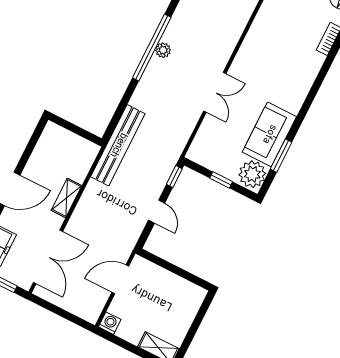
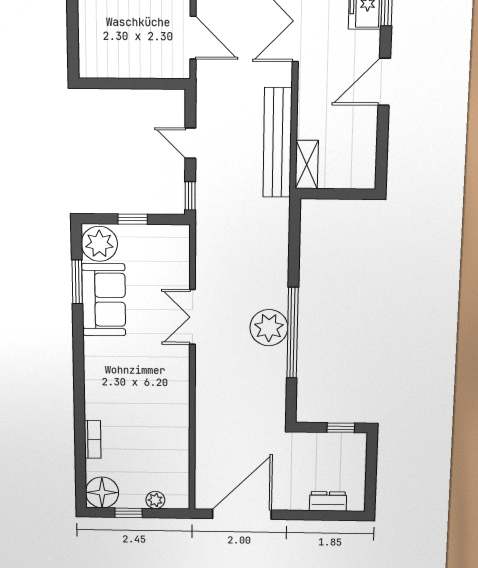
plant: (163, 50) -> (269, 328), width x1.88, depth x1.88
bench: (118, 145) -> (277, 143), moved
shelving: (67, 198) -> (307, 164), moved
door: (120, 279) -> (193, 38), hinge flipped

